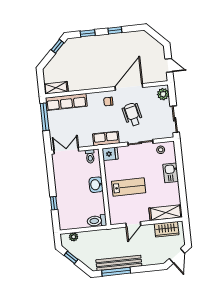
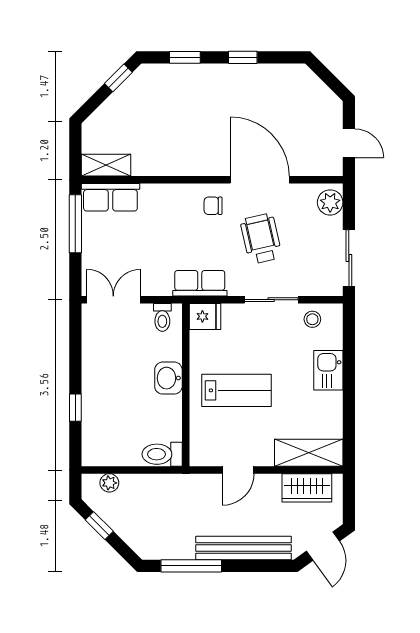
door: (129, 87) -> (260, 180), hinge flipped
row of seats: (66, 102) -> (110, 197), width x0.68
bench: (119, 263) -> (244, 548), moved

